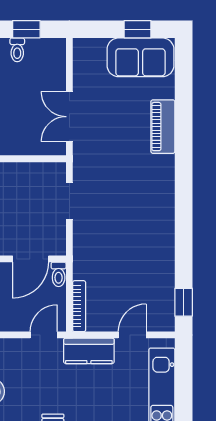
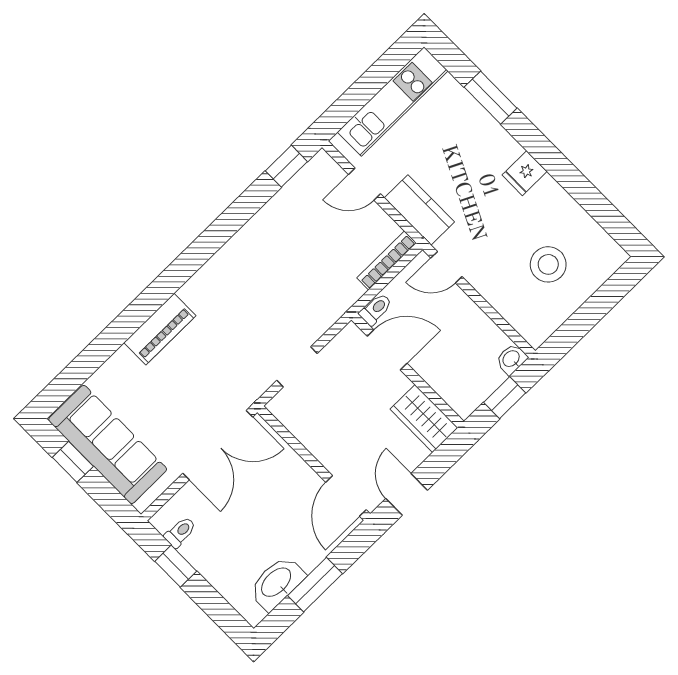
toilet: (17, 50) -> (180, 532), moved
sofa: (140, 57) -> (108, 444), width x1.36
double door: (69, 117) -> (218, 445), width x1.37
piano: (163, 127) -> (160, 329), moved

